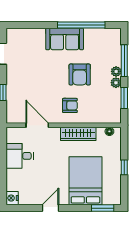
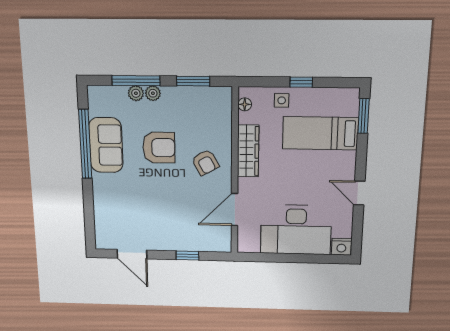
sofa: (65, 39) -> (106, 145), moved
plant: (116, 83) -> (136, 93), moved
armchair: (70, 105) -> (205, 162), turned 151
side table: (112, 155) -> (282, 100), added
desk: (20, 156) -> (296, 230), width x1.87, depth x1.30
bed: (85, 181) -> (320, 133), width x0.67

